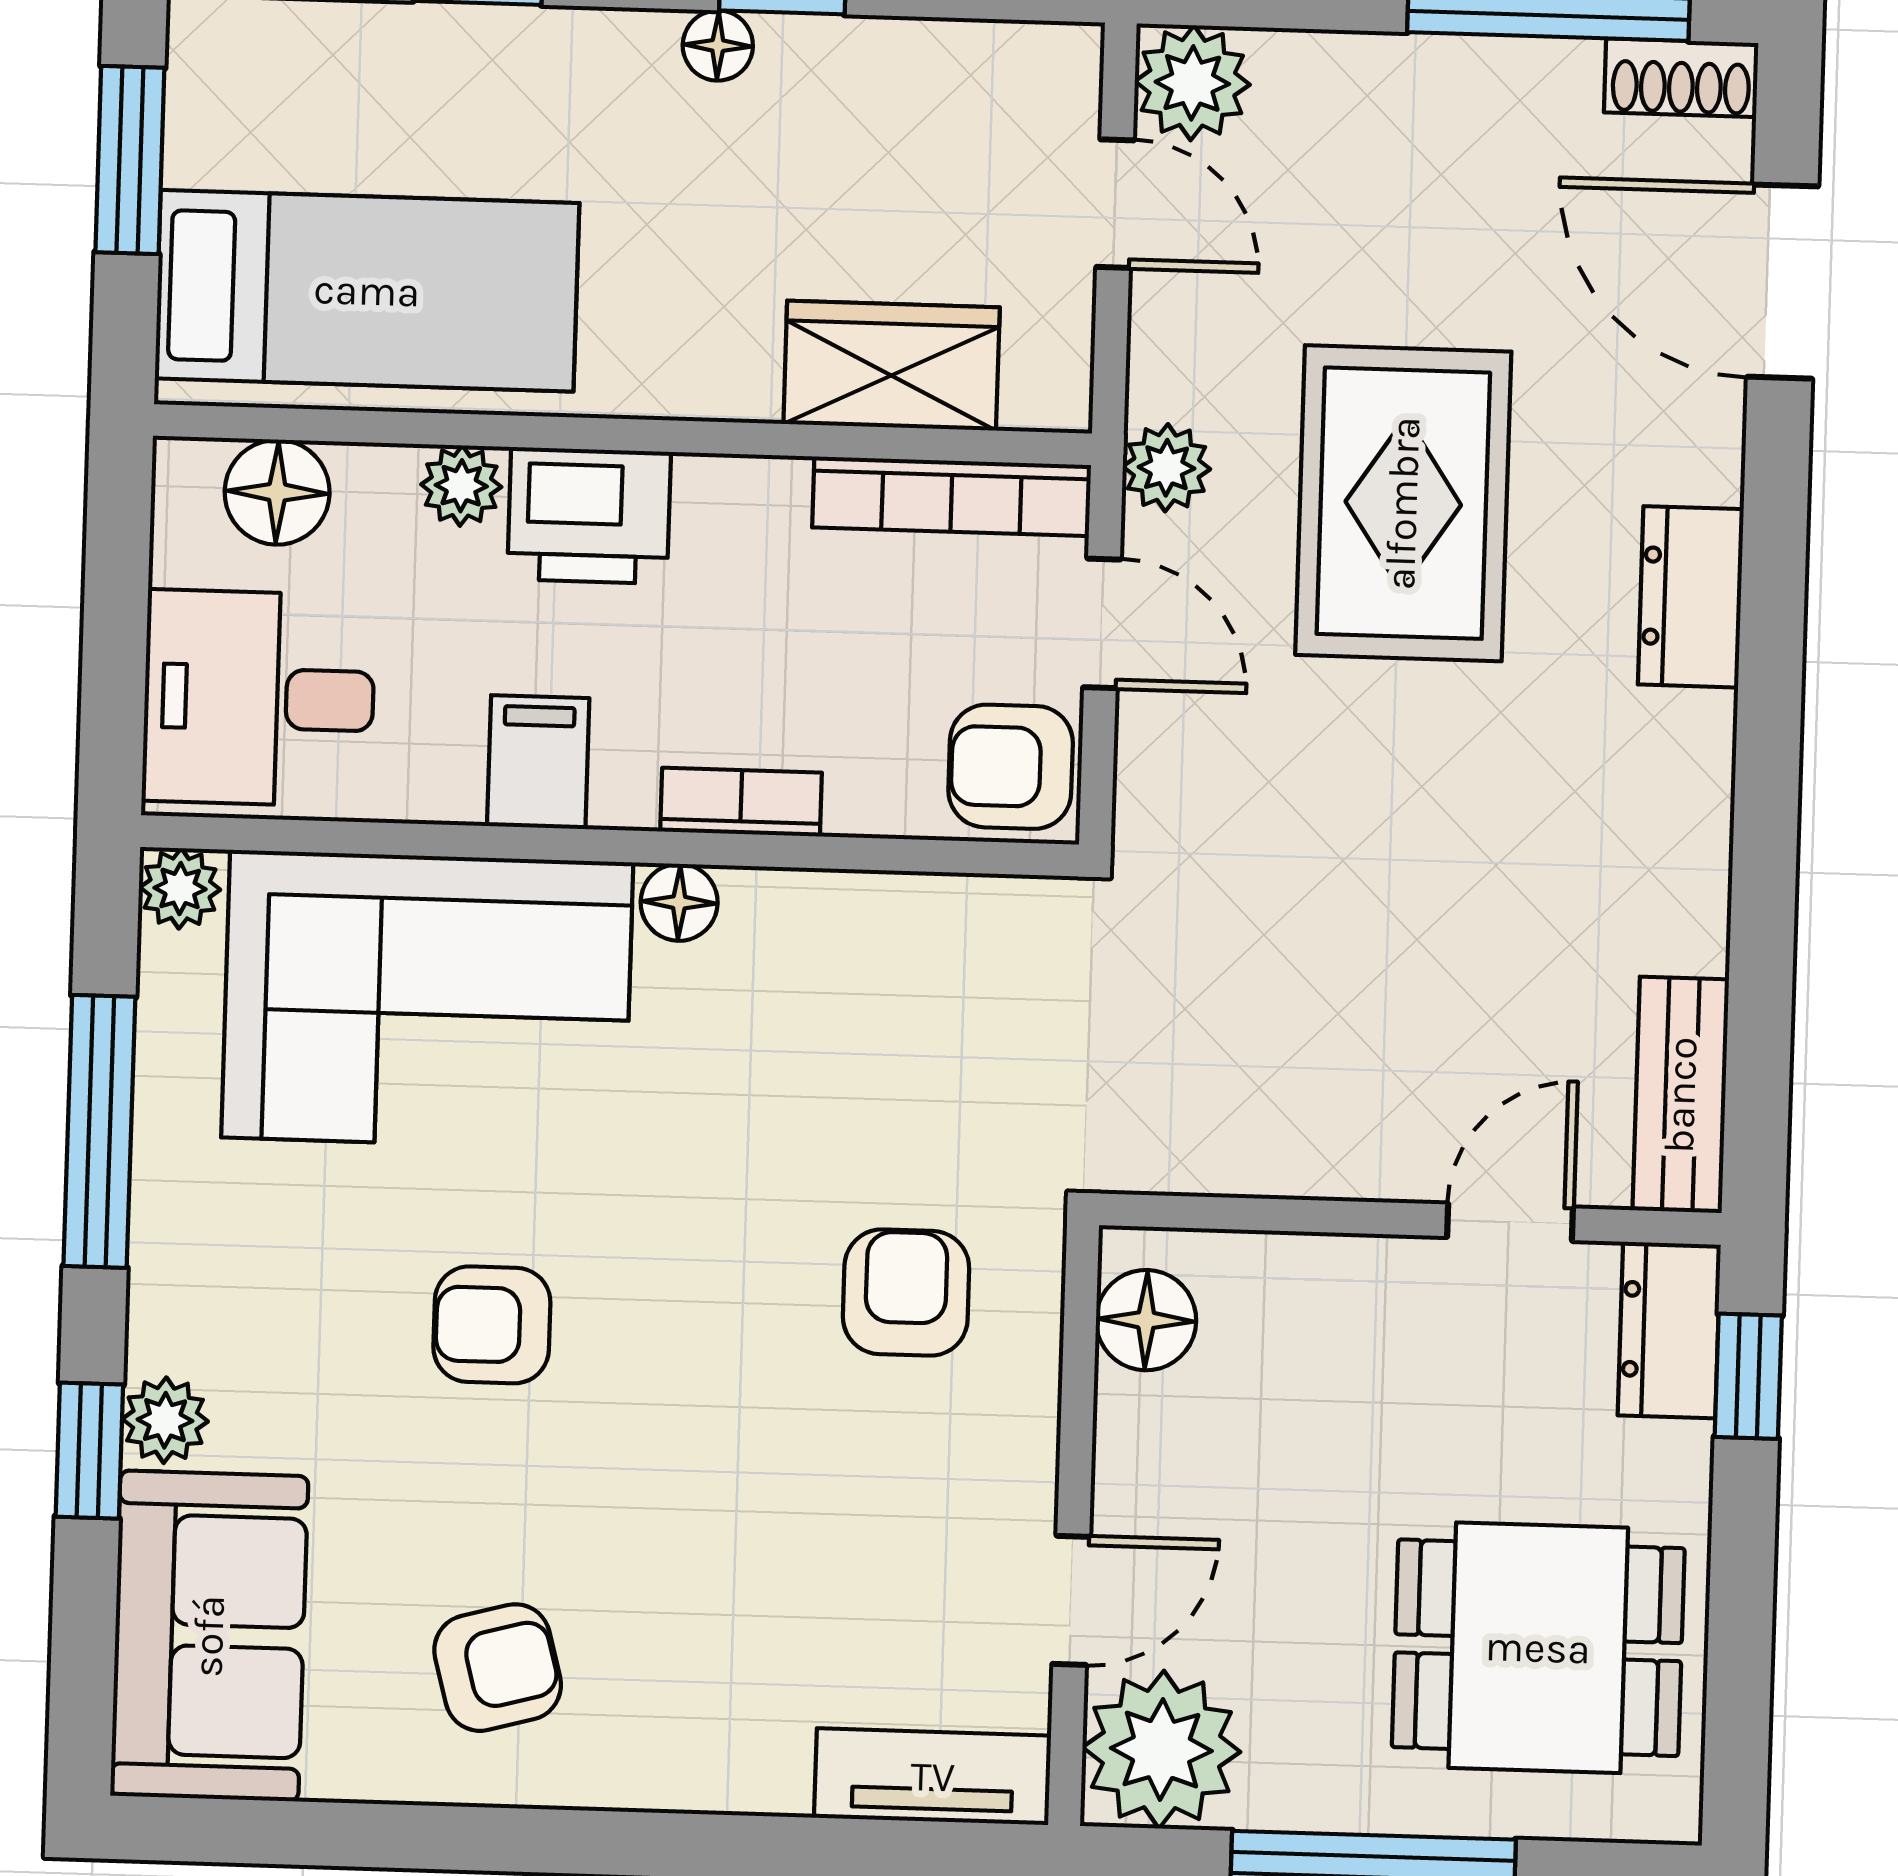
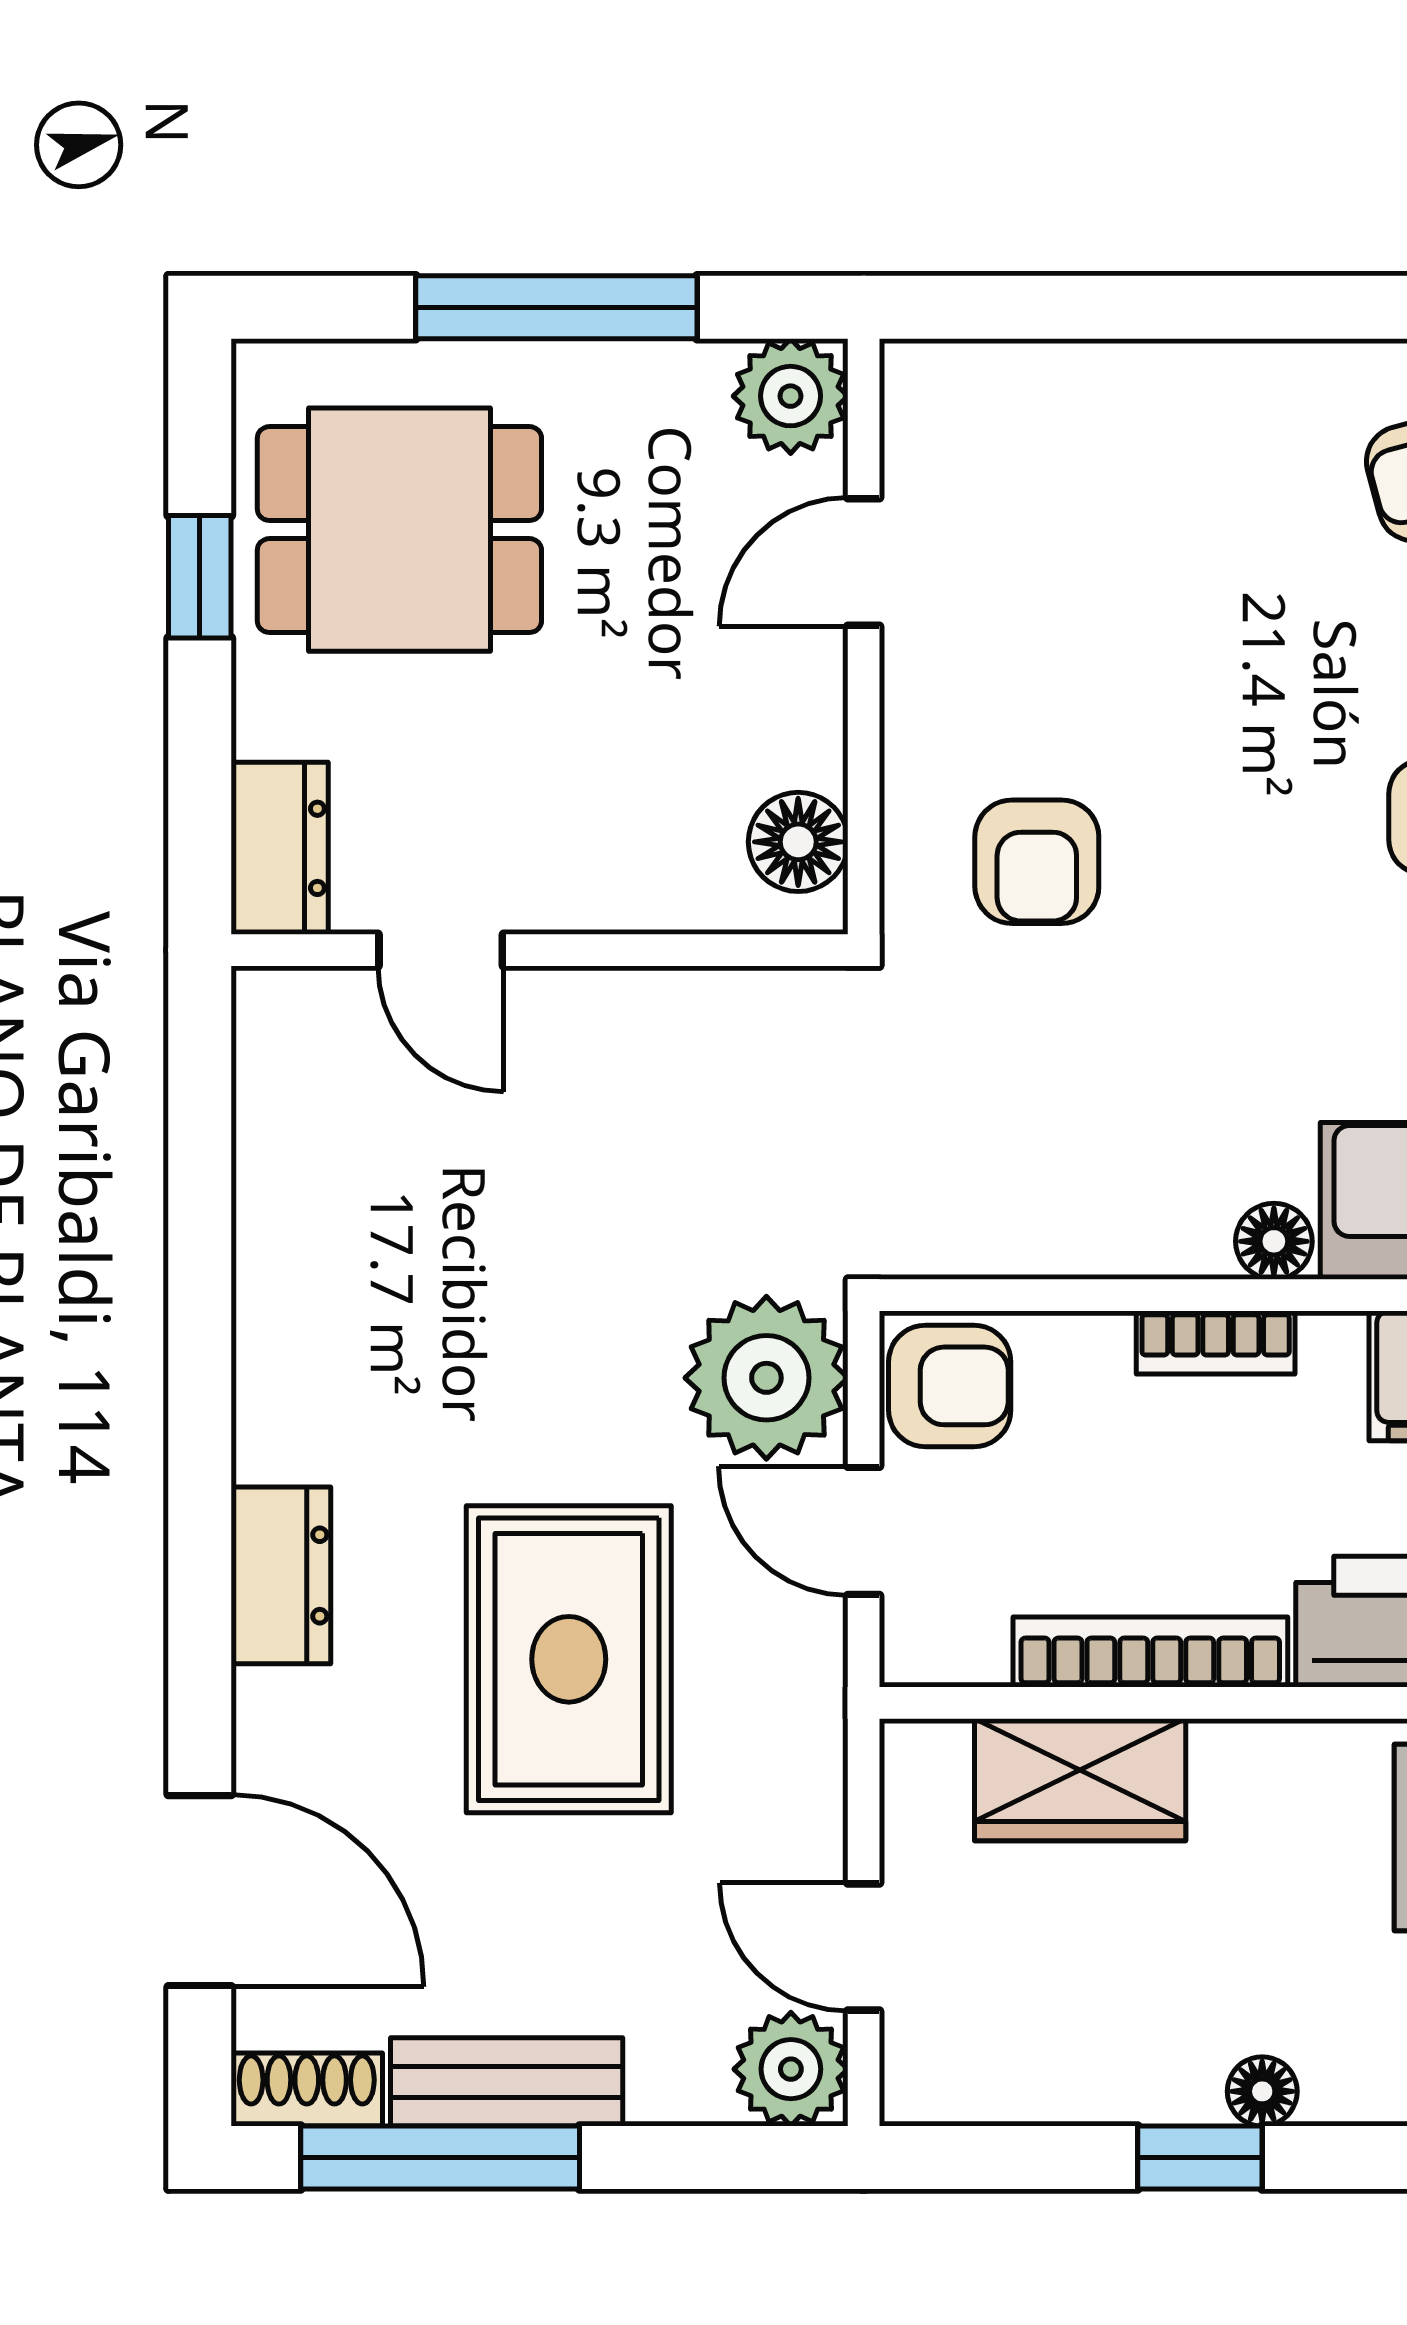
plant: (1167, 468) -> (766, 1378), moved, width x1.88, depth x1.88
bookcase: (952, 496) -> (1150, 1652), moved
bench: (1681, 1095) -> (507, 2082), moved, turned 90
door: (1510, 1222) -> (441, 950), hinge flipped
window: (1748, 1376) -> (200, 577), moved
plant: (1161, 1750) -> (791, 396), width x0.73, depth x0.73
tv unit: (933, 1777) -> (996, 383), removed

